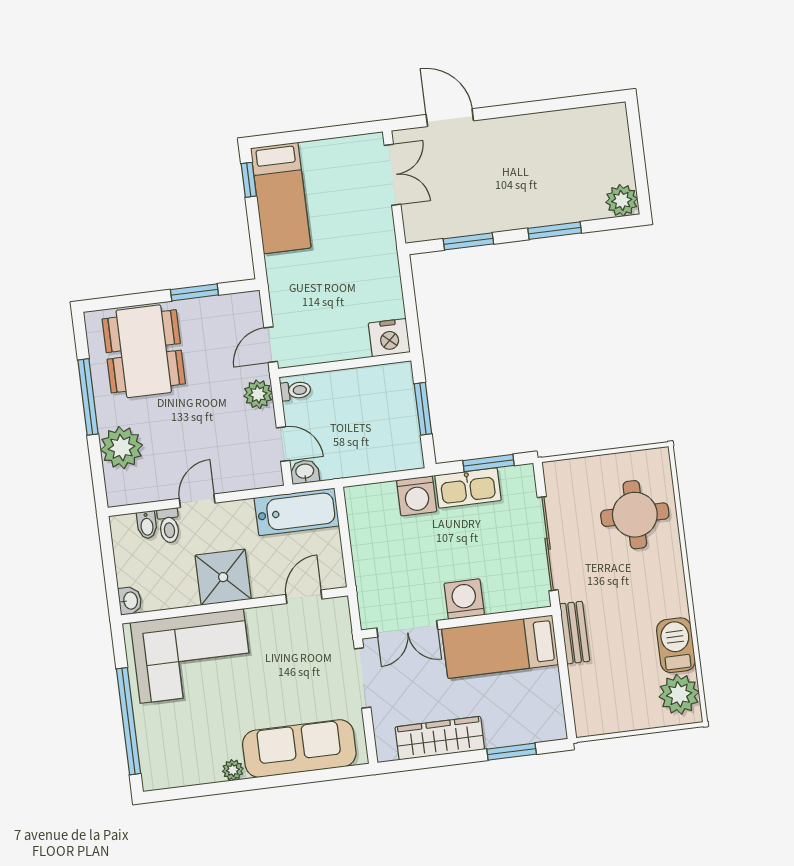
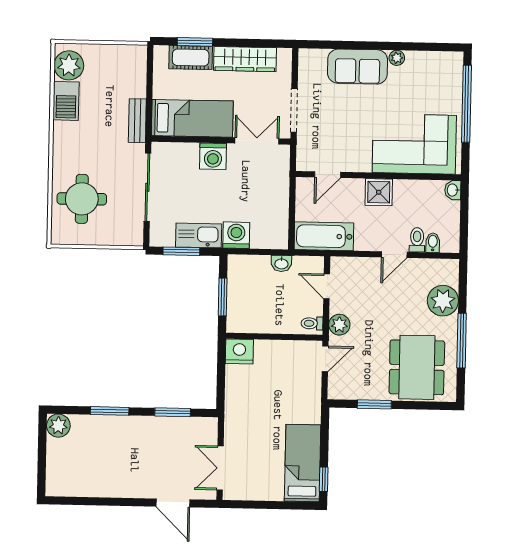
washbasin: (305, 472) -> (281, 263), moved
shower: (223, 577) -> (379, 192), width x0.73, depth x0.73
cot: (514, 729) -> (191, 58), added
sofa: (299, 748) -> (358, 67), width x0.73

